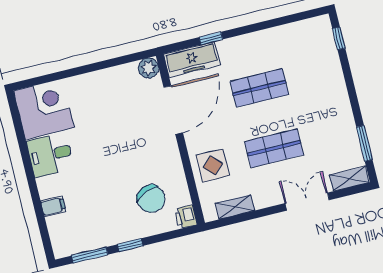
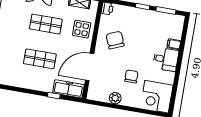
plant: (149, 68) -> (115, 98), moved
chair: (99, 124) -> (131, 76), added
desk: (50, 155) -> (166, 59), moved
chair: (151, 199) -> (115, 40), moved

